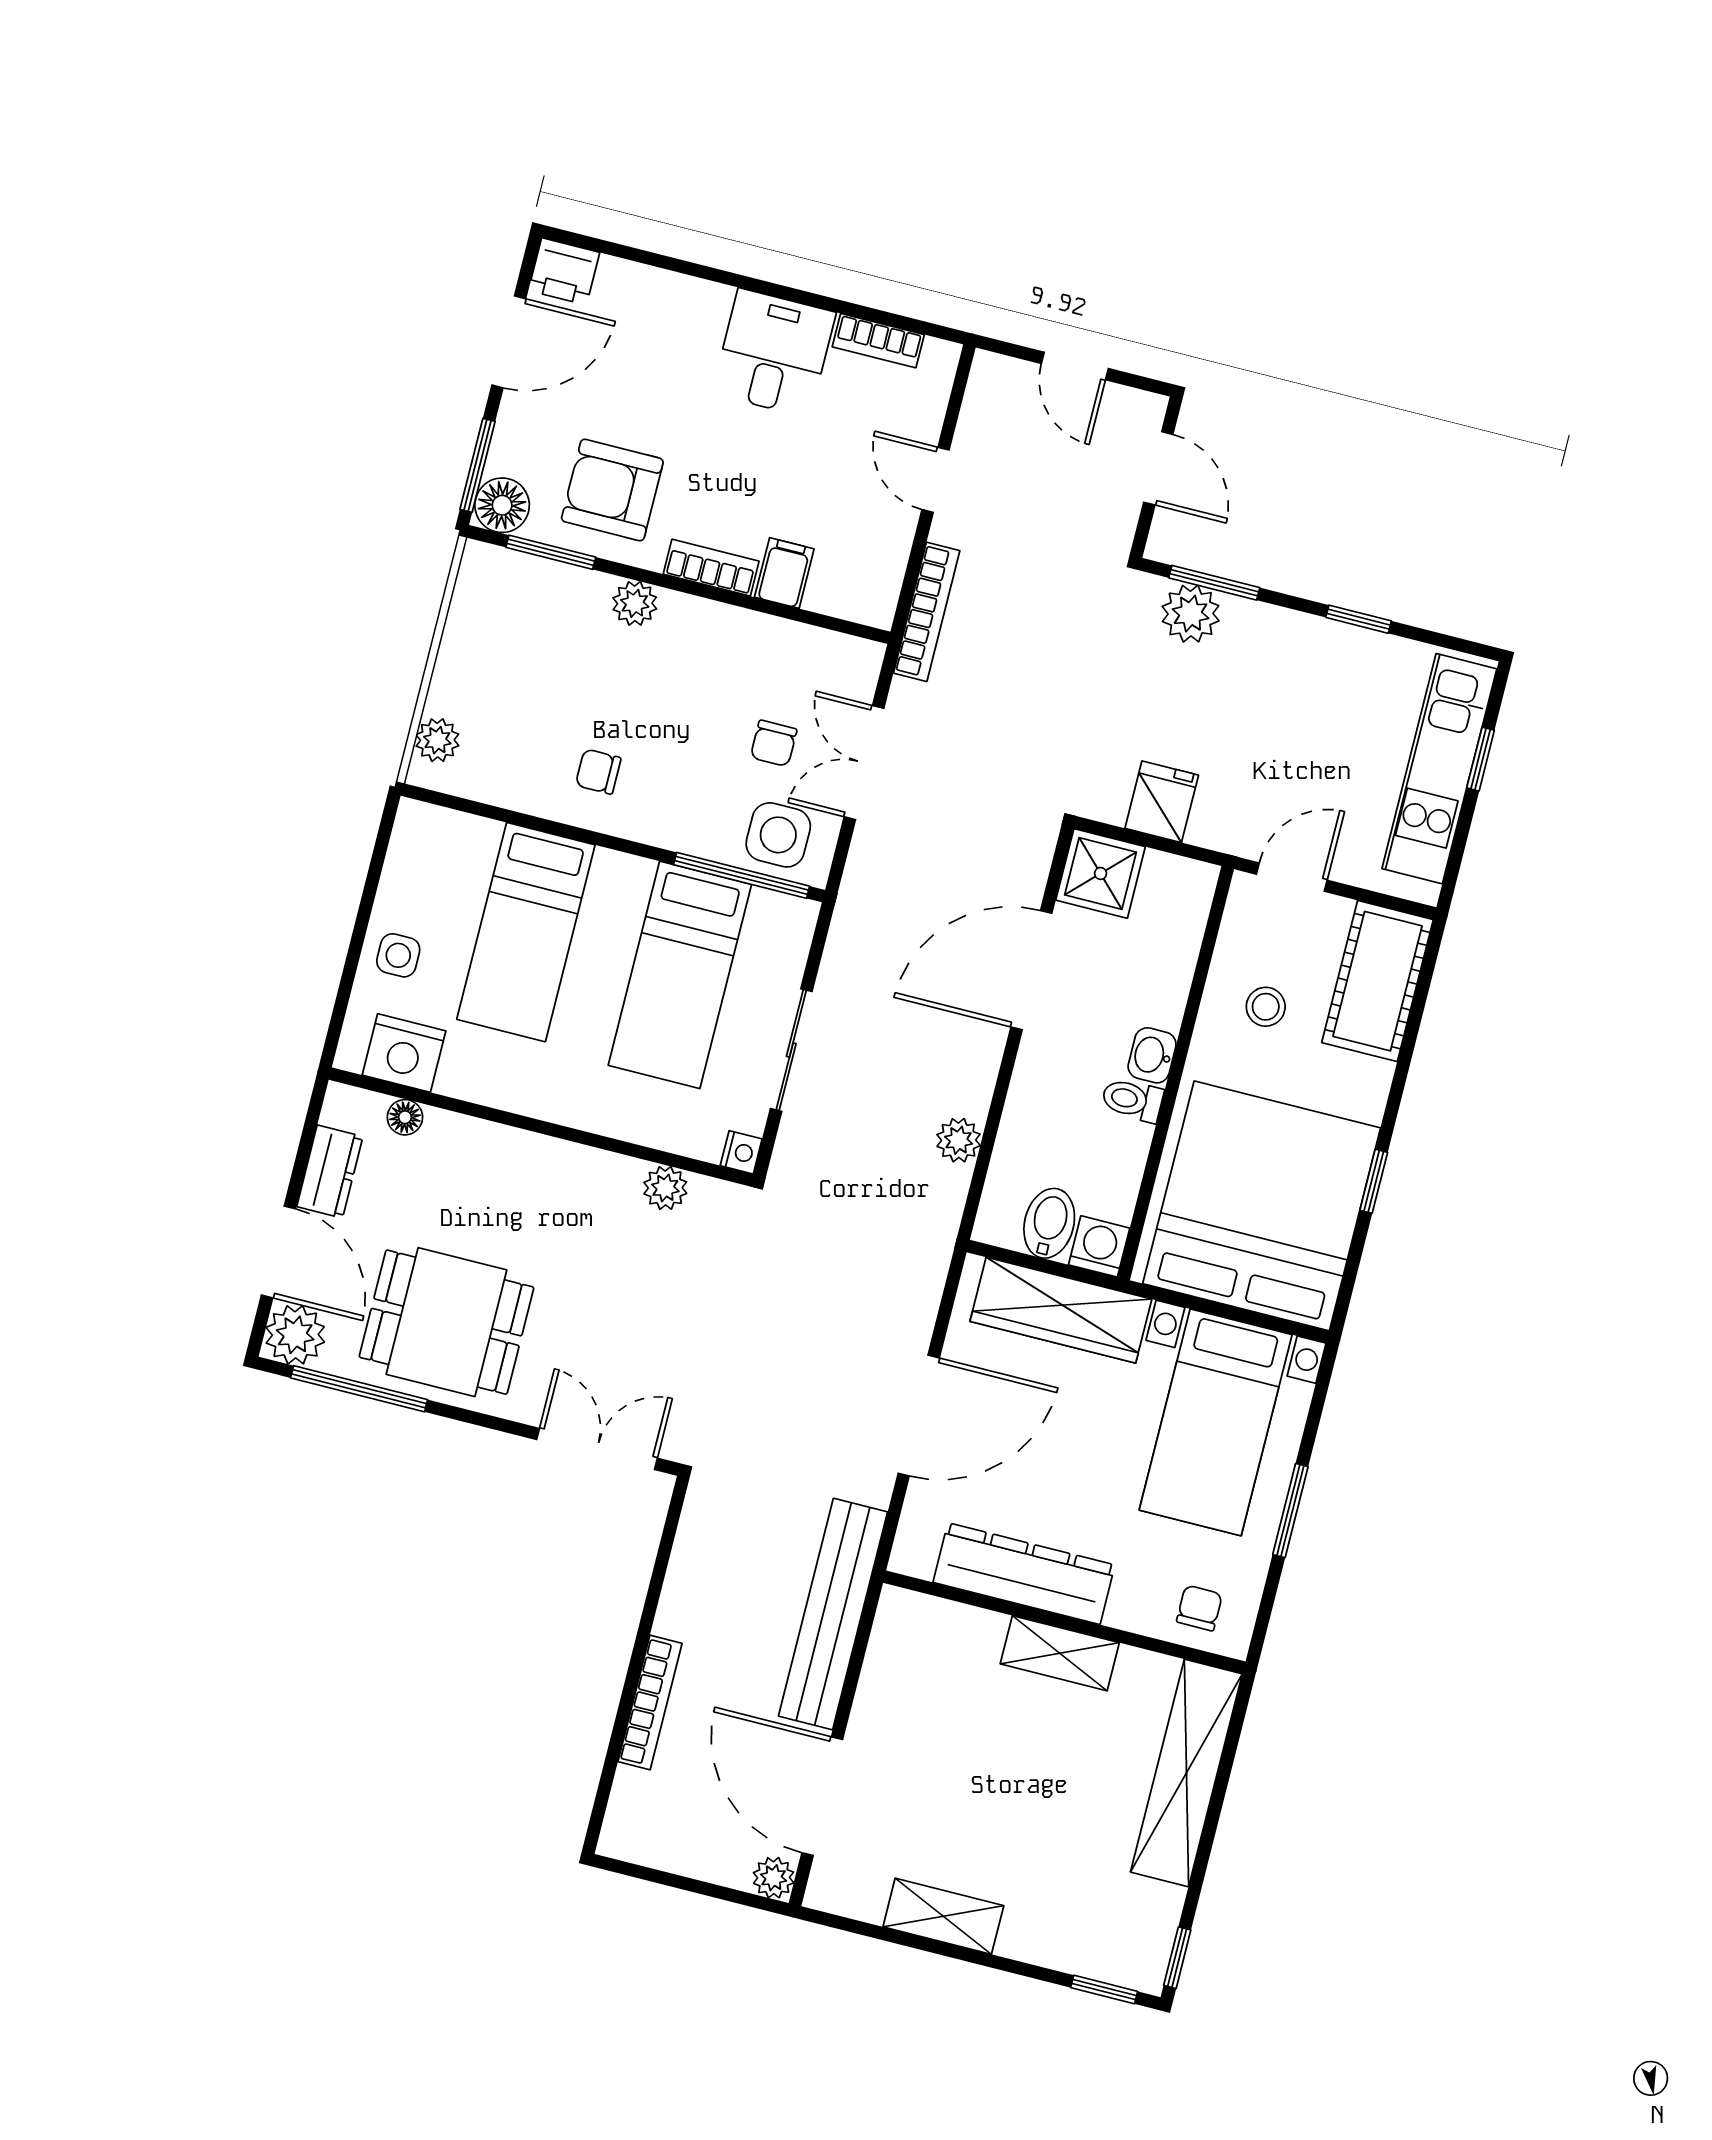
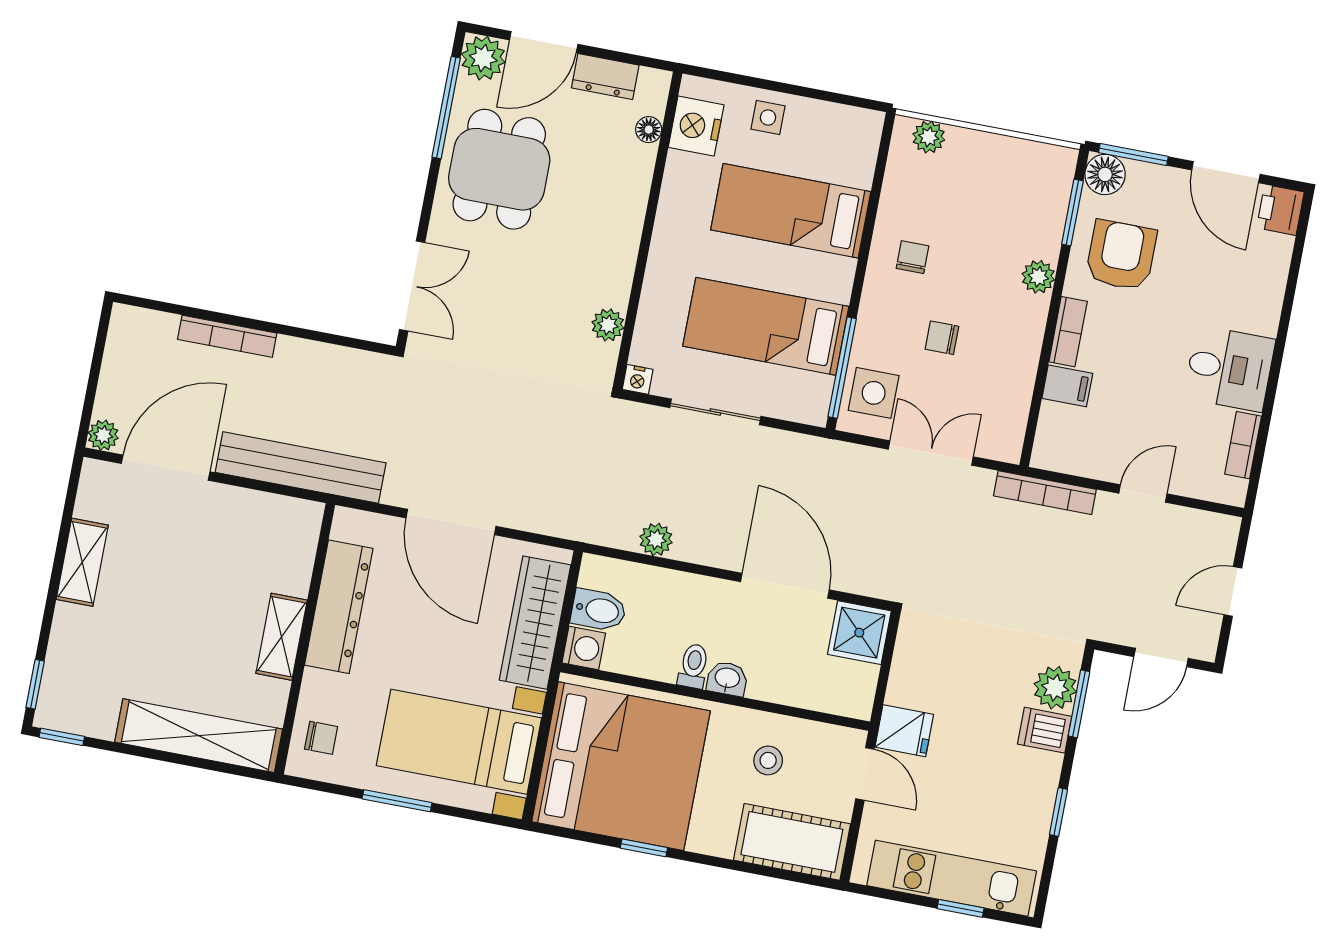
dishwasher: (1247, 631) -> (1045, 730), added
chair: (774, 743) -> (942, 338), moved
fridge: (1162, 802) -> (904, 731), moved

